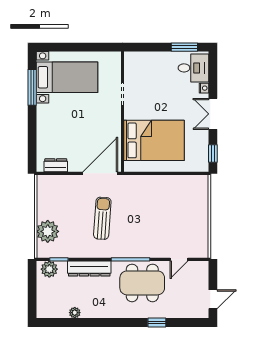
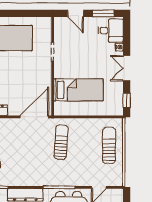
door: (151, 47) -> (76, 13), added
bed: (154, 140) -> (78, 90), width x0.67
sun lounger: (191, 208) -> (109, 145), added
sun lounger: (102, 218) -> (61, 142), moved

